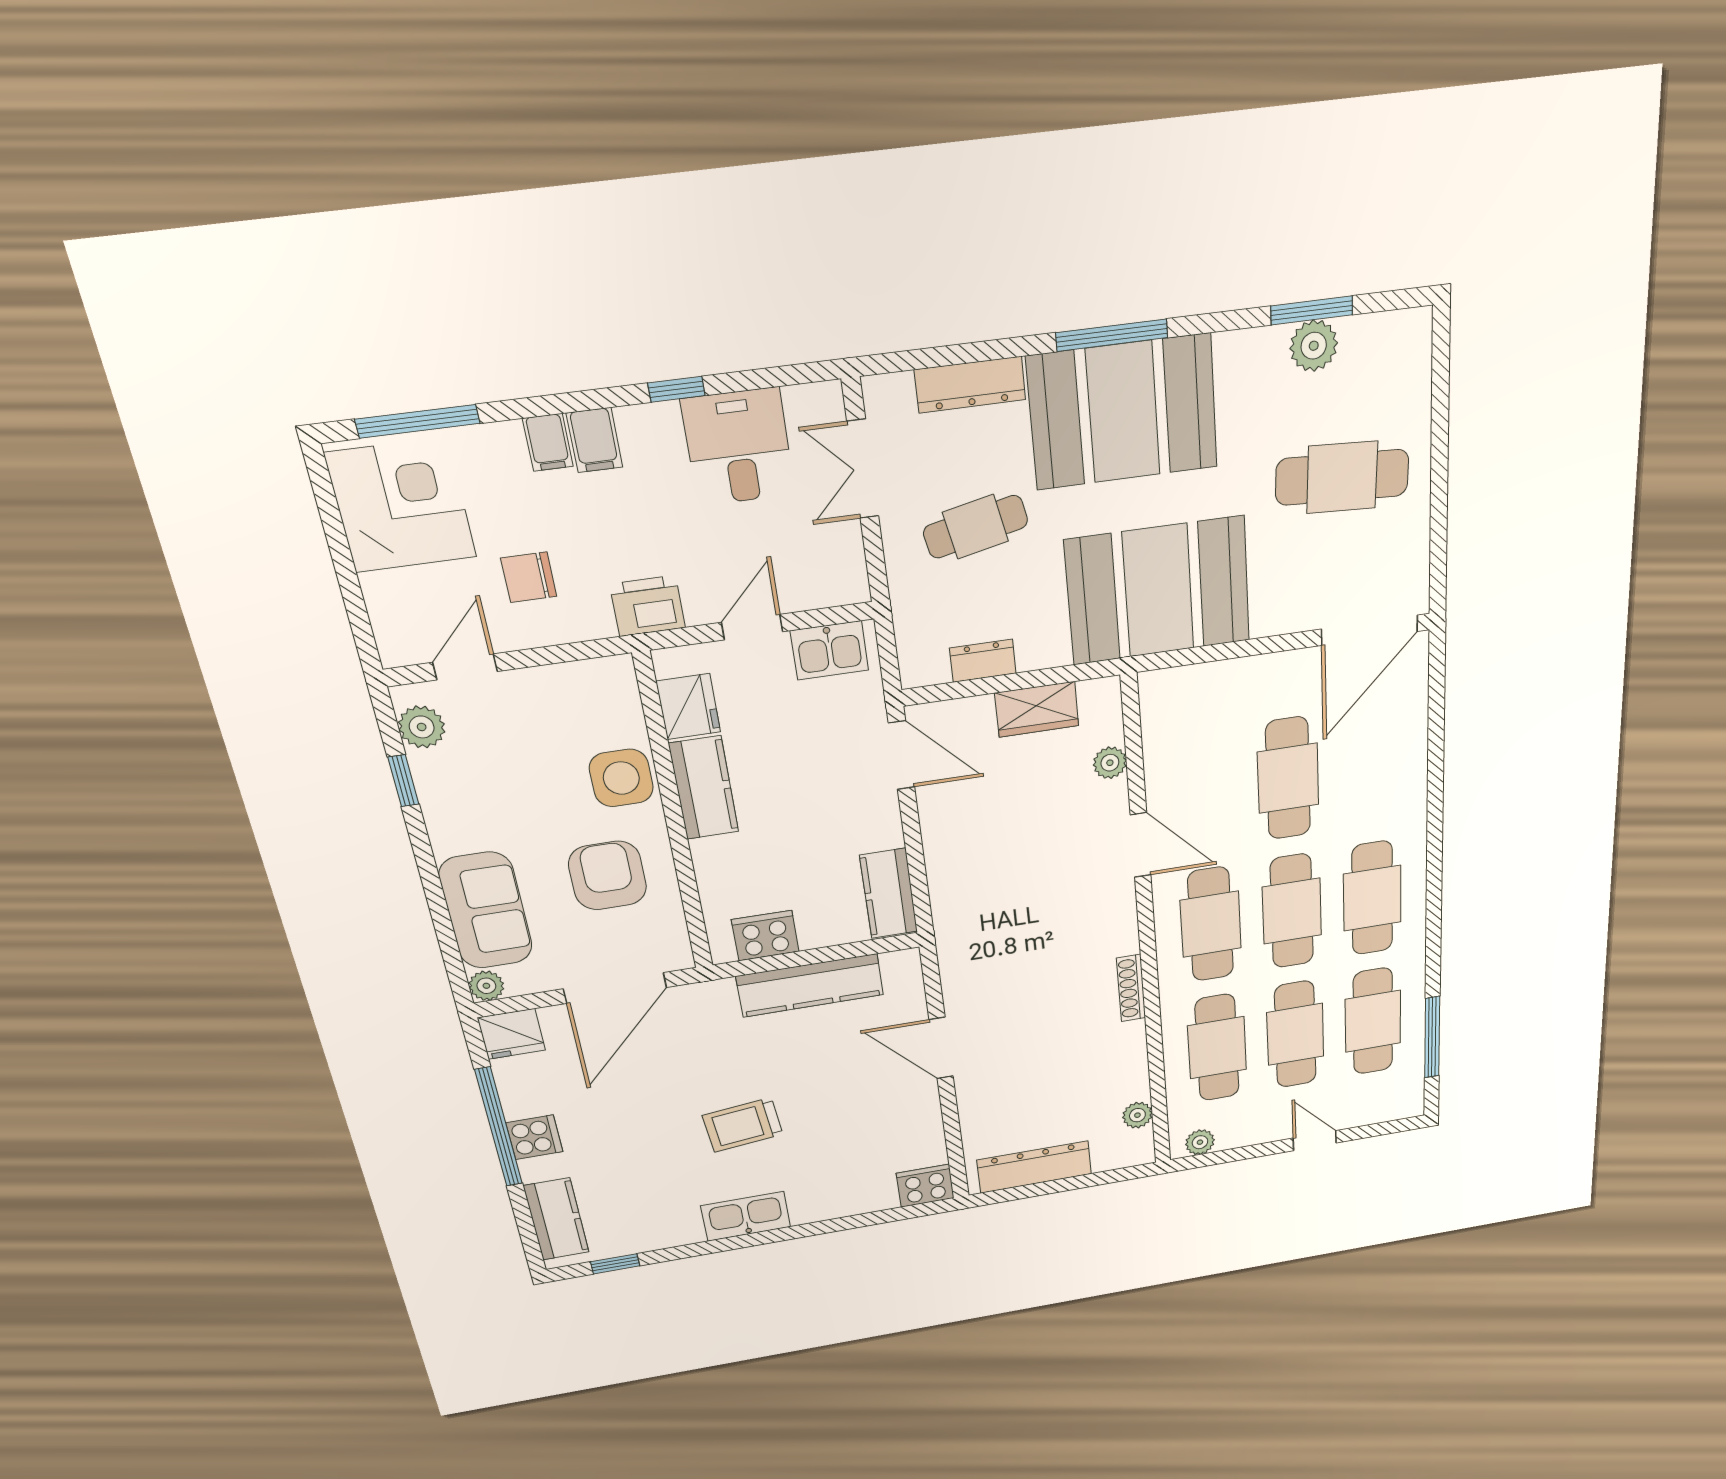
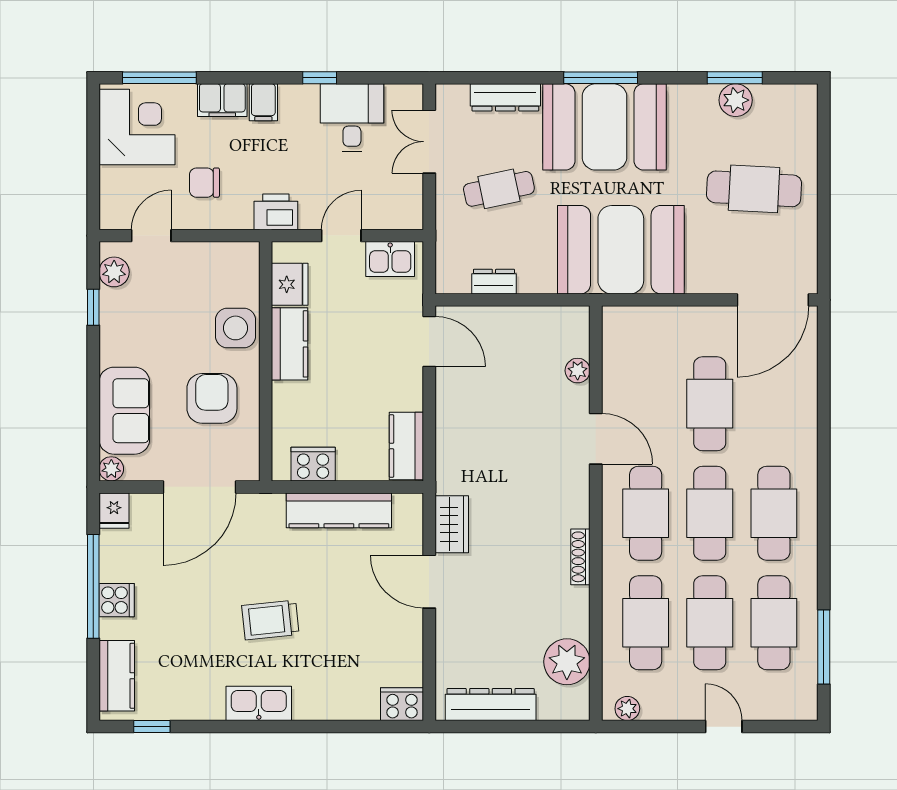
filing cabinet: (548, 442) -> (222, 100), width x2.00
wardrobe: (1037, 709) -> (452, 524), moved, turned -90
fridge: (511, 1034) -> (114, 511), width x0.72
plant: (1137, 1115) -> (567, 662), width x1.88, depth x1.88

